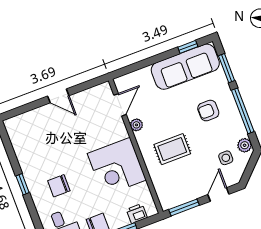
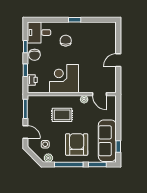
armchair: (208, 111) -> (77, 144), width x1.88, depth x1.88
rug: (172, 149) -> (62, 115), turned 90

